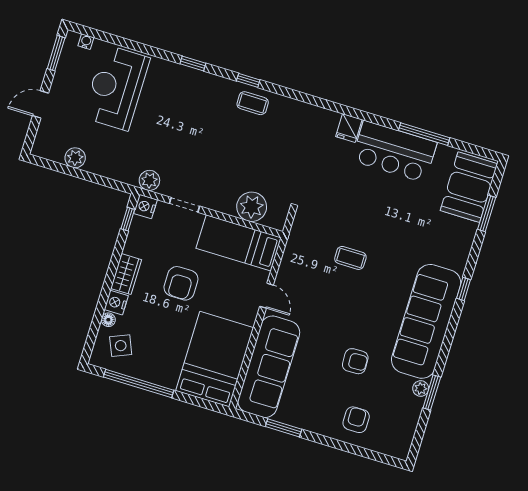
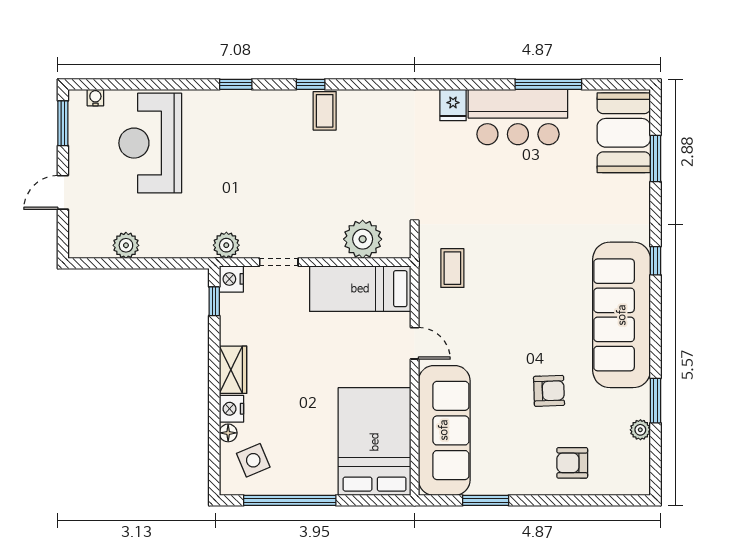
coffee table: (253, 103) -> (325, 111), turned 90
coffee table: (350, 258) -> (452, 268), moved, turned 90
armchair: (181, 283) -> (304, 360), removed
plant: (421, 389) -> (640, 430), moved
armchair: (356, 420) -> (572, 463), turned -90

